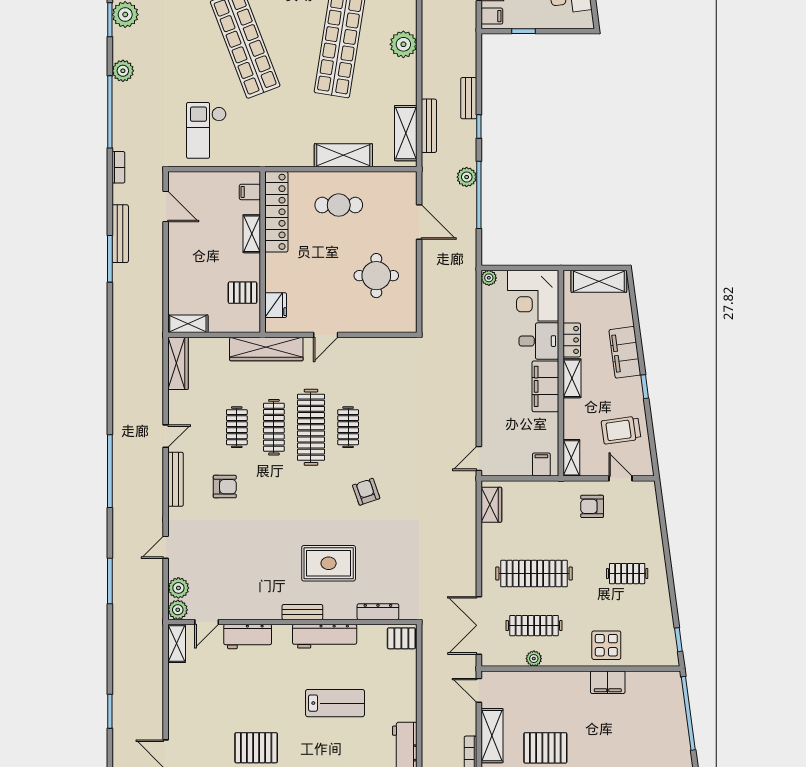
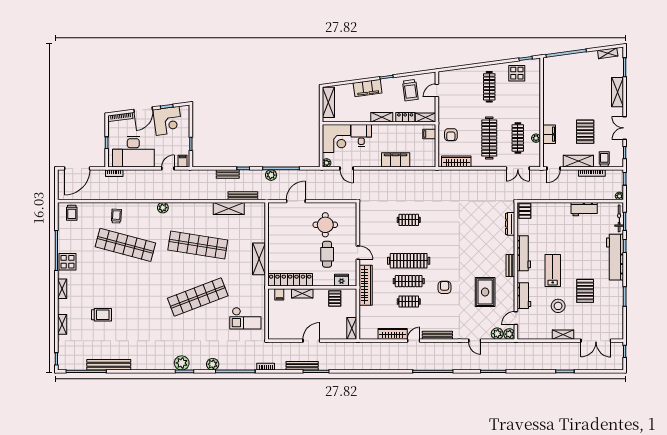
plant: (403, 44) -> (198, 210), removed
shelving: (406, 133) -> (229, 209), moved
shelving: (343, 155) -> (259, 259), moved
cafe table: (339, 205) -> (327, 254), moved
door: (166, 206) -> (311, 341), moved
locker: (572, 340) -> (405, 117), moved
wardrobe: (178, 363) -> (393, 334), moved
filing cabinet: (545, 386) -> (396, 160), moved, turned 180
clothes rail: (348, 427) -> (409, 220), moved
door: (166, 436) -> (414, 341), hinge flipped
door: (479, 458) -> (347, 168), moved
armchair: (225, 487) -> (445, 287), moved
armchair: (366, 492) -> (444, 230), removed
wardrobe: (491, 505) -> (456, 162), width x1.50
armchair: (592, 506) -> (451, 135), moved
rug: (329, 563) -> (485, 292), moved
clothes rail: (627, 574) -> (489, 87), width x1.36
door: (207, 622) -> (516, 318), swing flipped
double door: (479, 625) -> (518, 168), width x0.73
shelving: (177, 643) -> (563, 335), moved
display table: (606, 645) -> (517, 73), moved
filing cabinet: (608, 682) -> (549, 134), moved
stool: (229, 699) -> (558, 306), added
lab bench: (335, 703) -> (553, 271), moved

